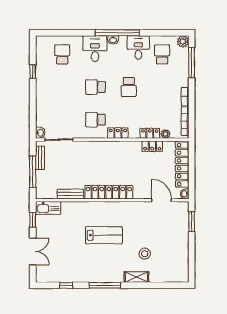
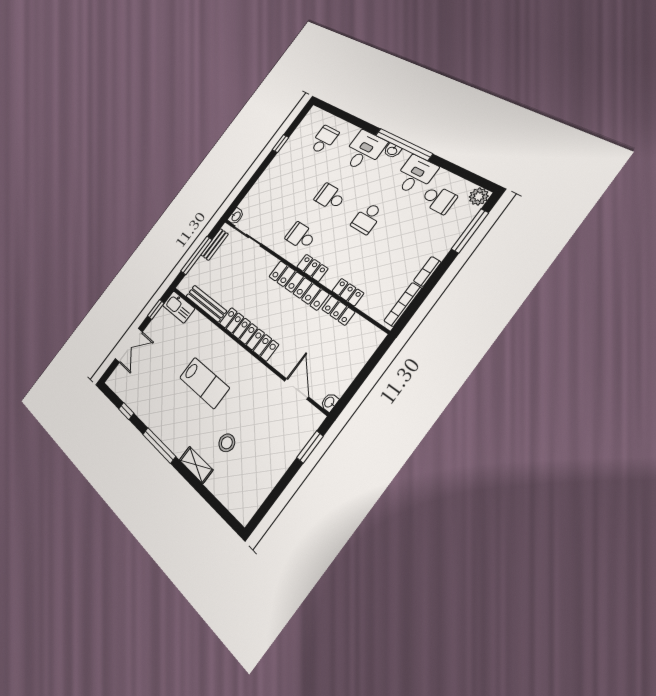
school desk: (162, 54) -> (439, 199), turned 90
plant: (165, 134) -> (366, 305), removed
locker: (182, 165) -> (298, 285), moved, turned -90
bench: (70, 194) -> (206, 303), width x1.36

